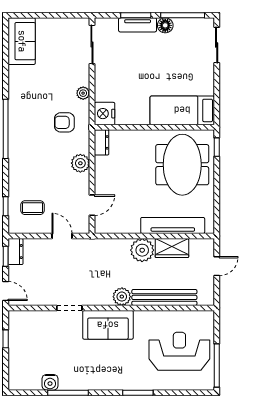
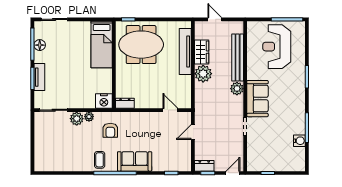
floor lamp: (165, 25) -> (40, 45), moved
sofa: (22, 41) -> (135, 161), moved
plant: (80, 163) -> (77, 119), moved
coffee table: (32, 208) -> (100, 160), moved

